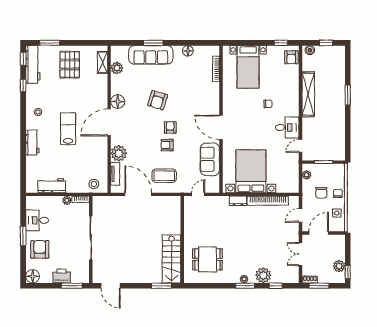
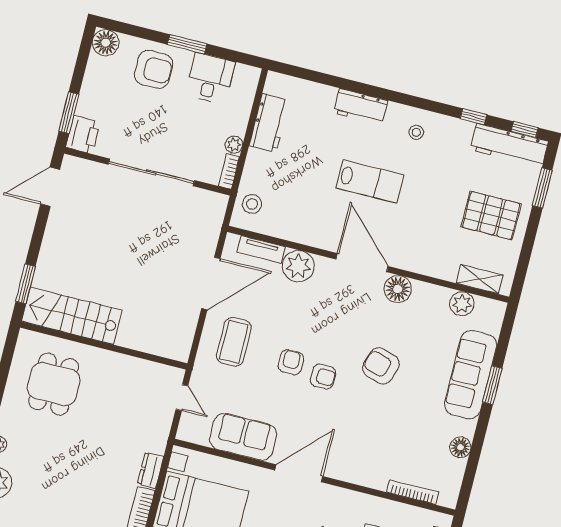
printer: (62, 276) -> (83, 135), moved

